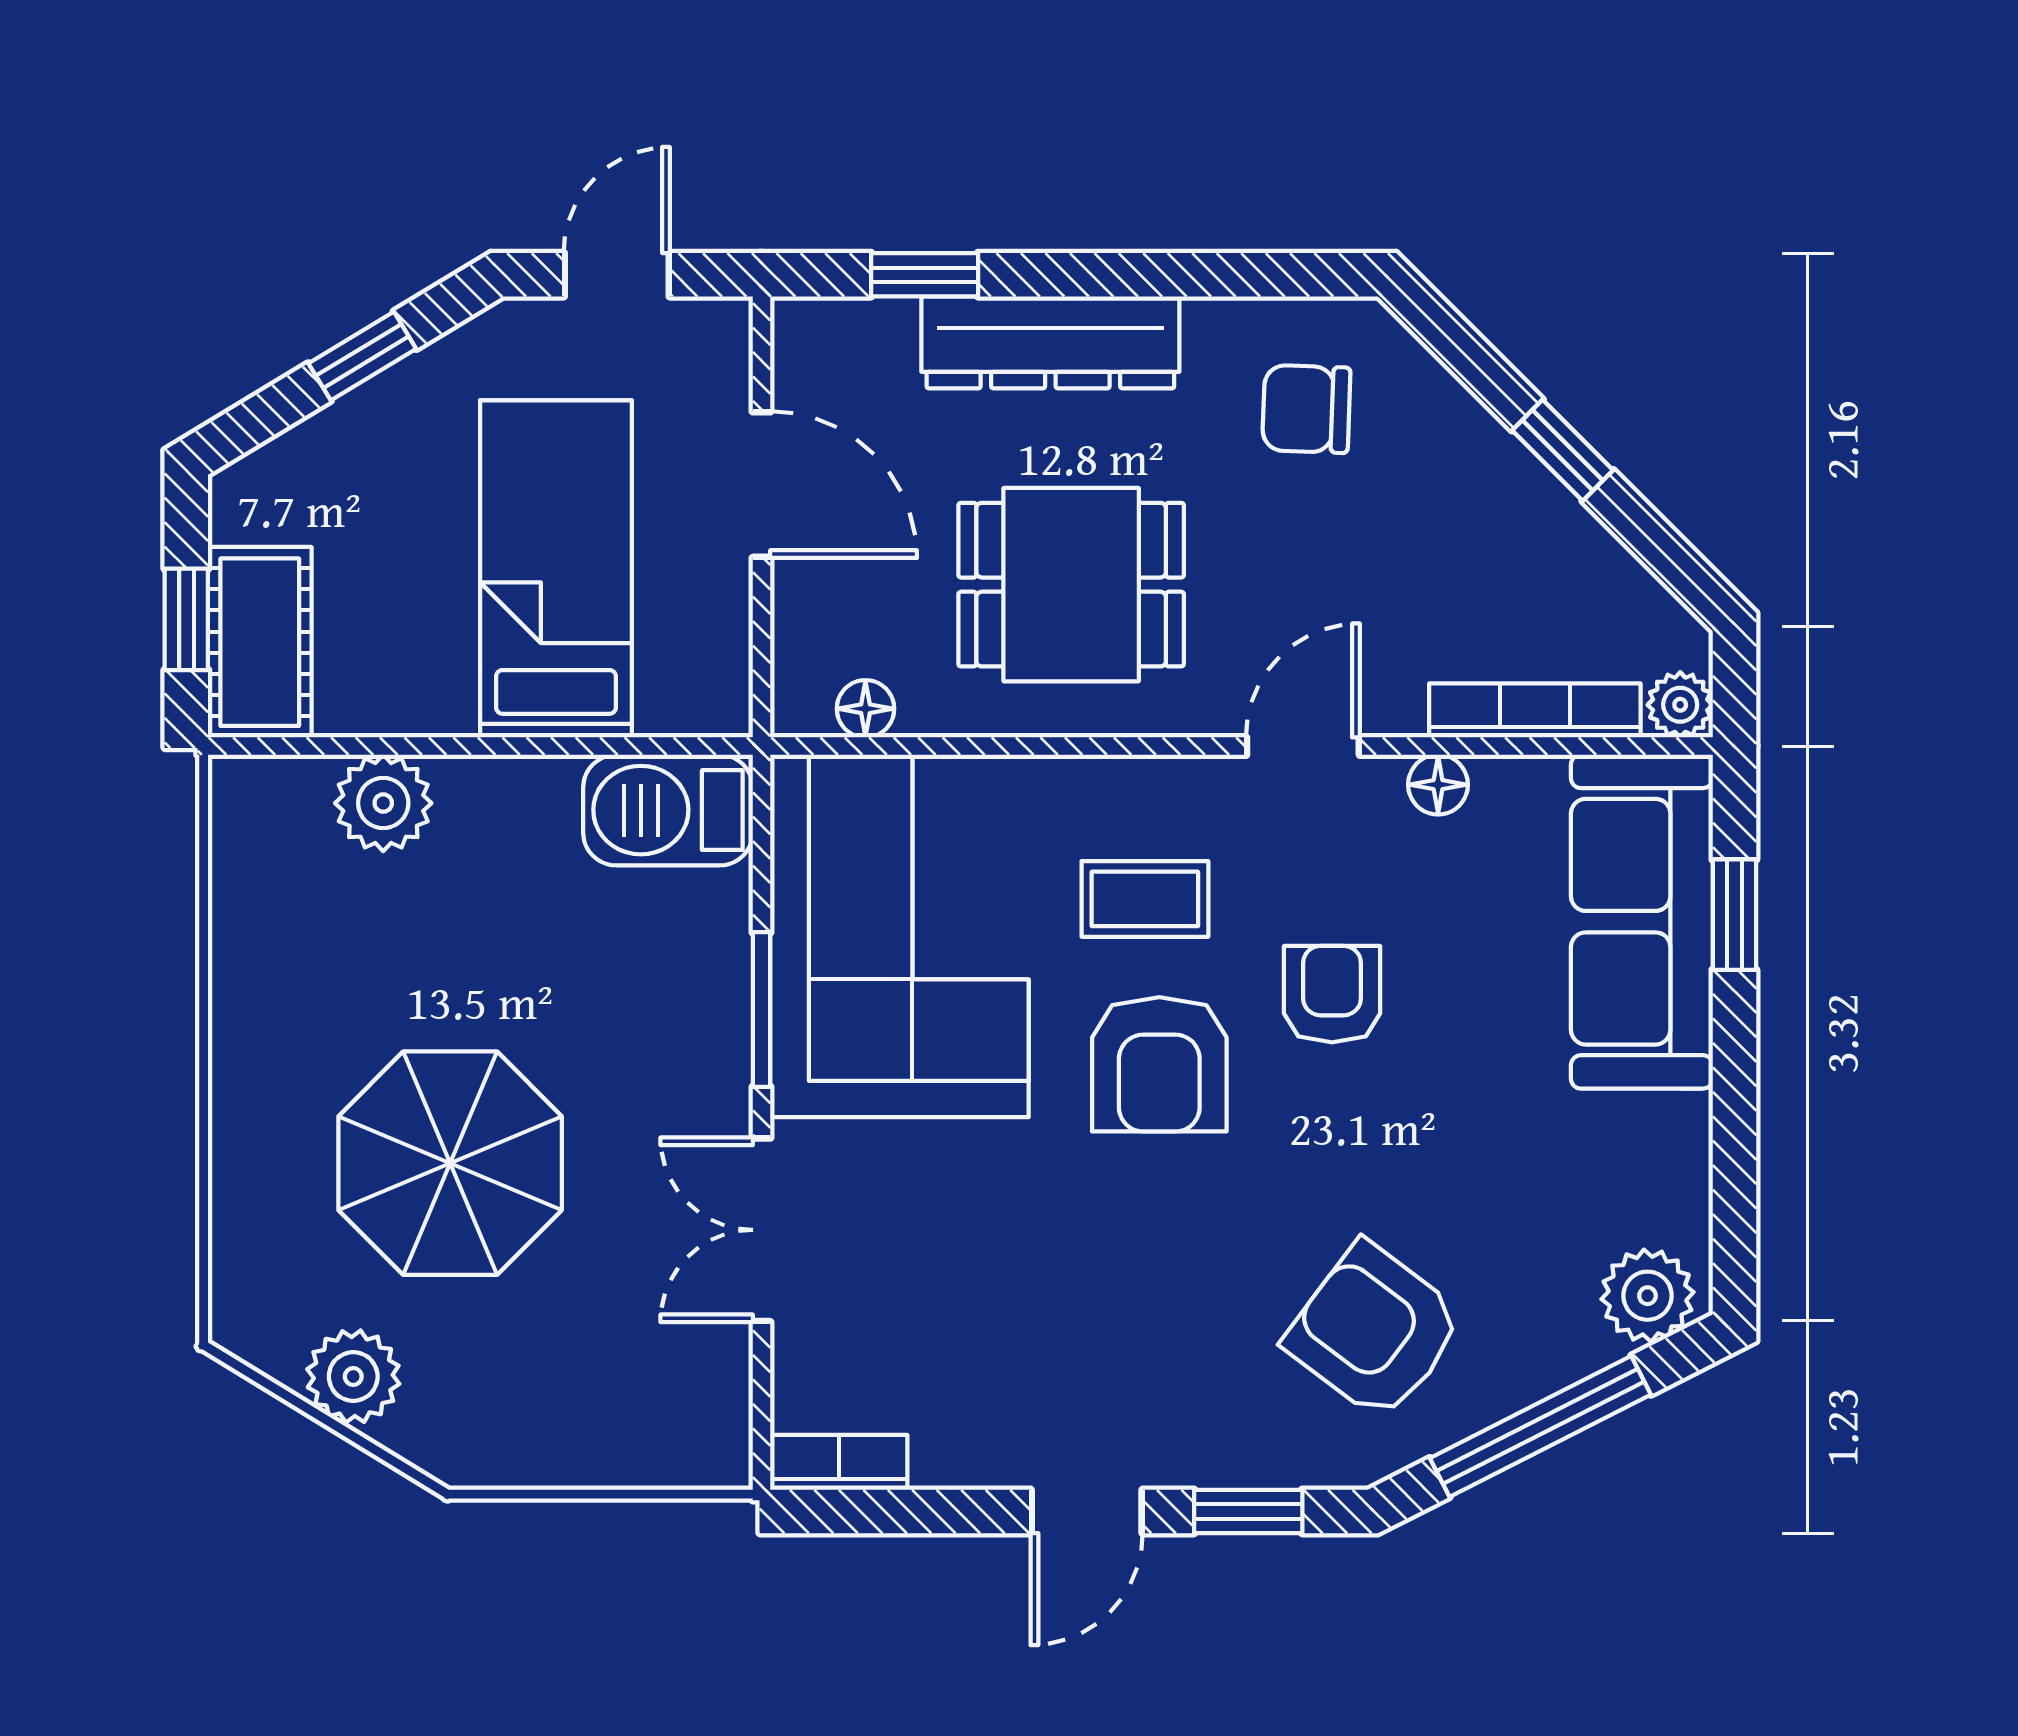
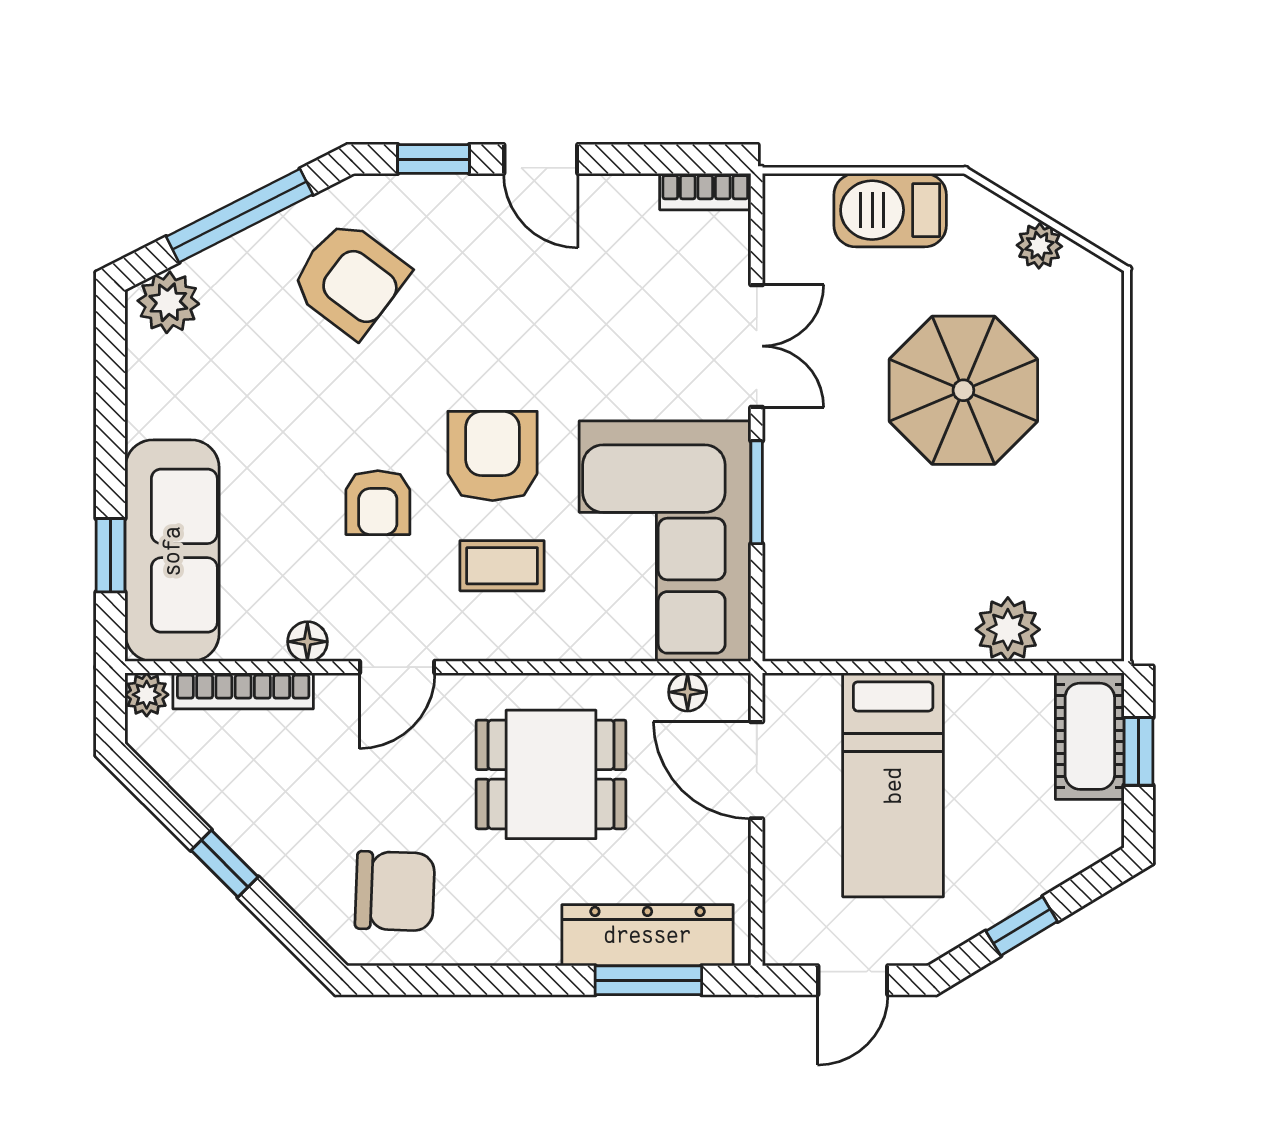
window: (925, 275) -> (648, 980), width x1.50
dresser: (1050, 342) -> (648, 935), moved
chair: (1306, 409) -> (395, 891), width x1.37, depth x1.37
door: (761, 485) -> (757, 770), moved
barbecue: (668, 810) -> (890, 210), moved, turned 180
plant: (353, 1377) -> (1039, 246), width x0.73, depth x0.73
door: (1087, 1511) -> (541, 159), swing flipped

